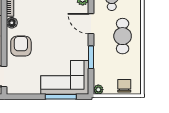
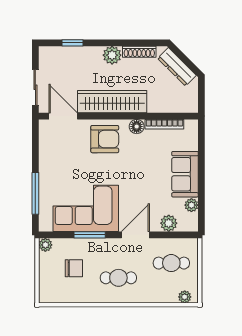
cafe table: (123, 36) -> (118, 278), width x0.73, depth x0.74
corner sofa: (65, 77) -> (86, 208), moved, turned -90
chair: (124, 86) -> (74, 268), moved

